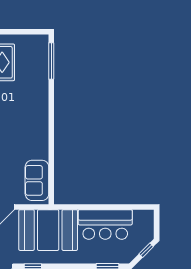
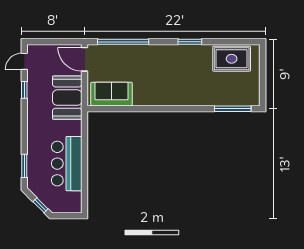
booth: (48, 230) -> (67, 98), width x0.73, depth x0.70

